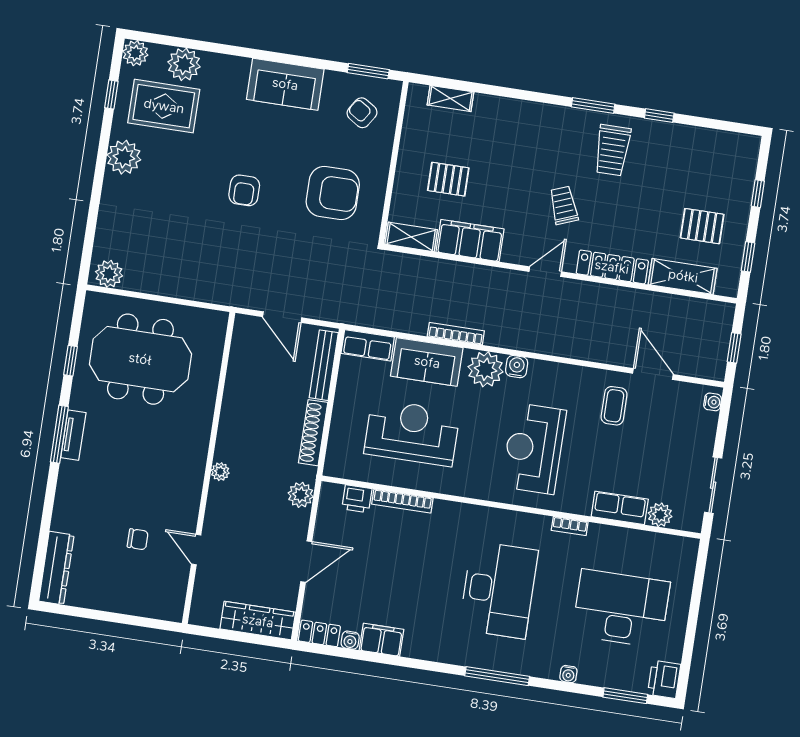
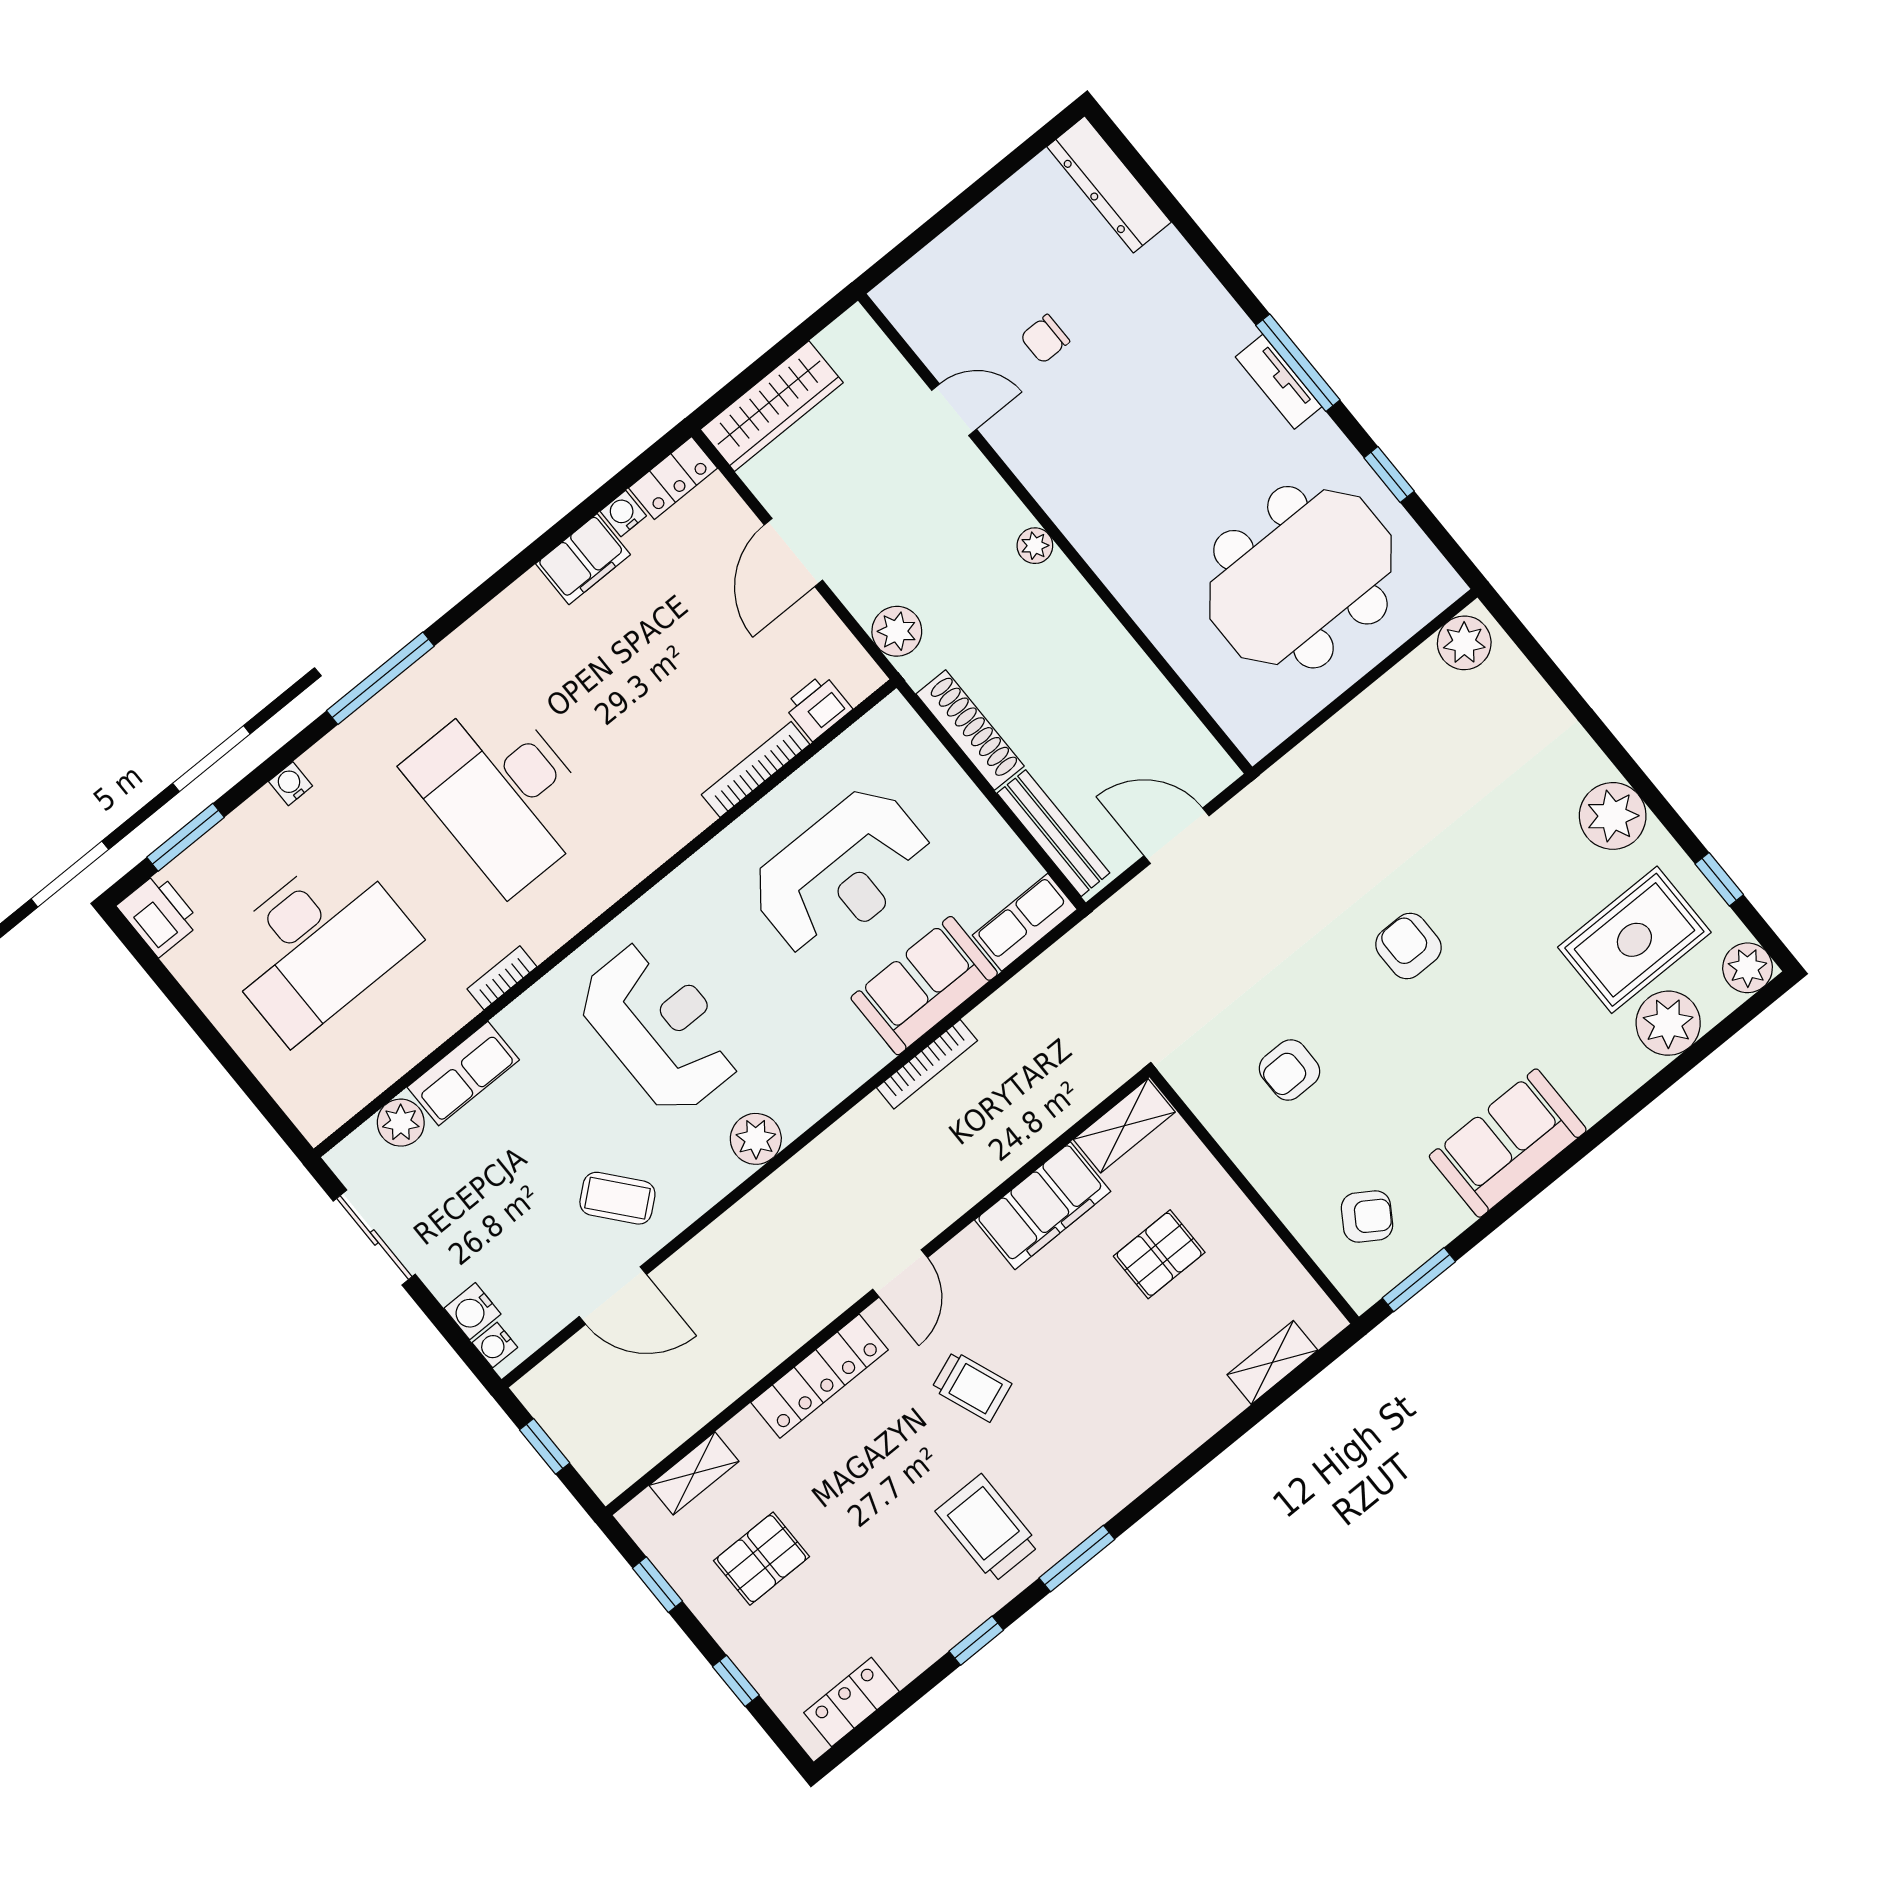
locker: (726, 142) -> (851, 1702), added
armchair: (333, 193) -> (1289, 1070), width x0.53, depth x0.53
shelving: (683, 276) -> (694, 1473), width x0.67, depth x0.75
water cooler: (517, 367) -> (472, 1311), moved, turned 90
plant: (486, 369) -> (756, 1139), moved, width x0.73, depth x0.73
coffee table: (614, 406) -> (617, 1198), turned -40

